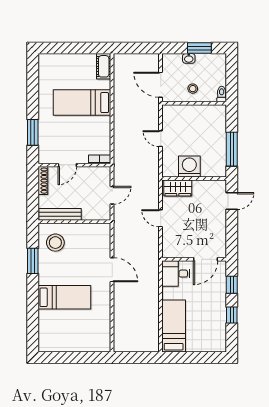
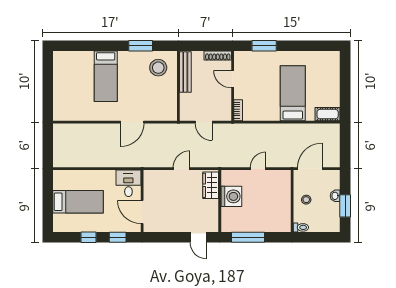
bed: (174, 326) -> (78, 202), moved

